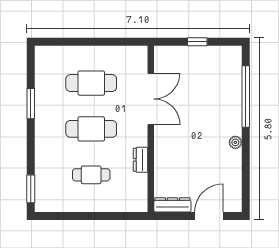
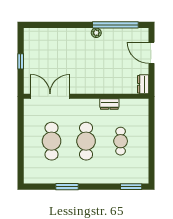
window: (246, 96) -> (115, 25), moved
double door: (151, 99) -> (50, 96), moved
dresser: (172, 205) -> (143, 84), width x0.70

